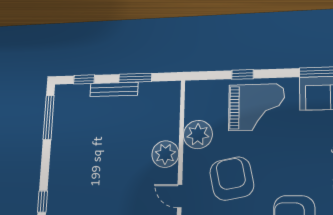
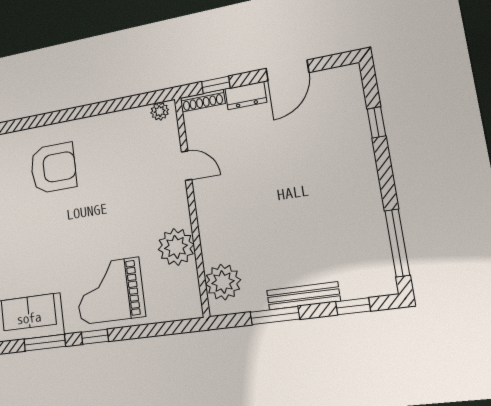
window: (243, 74) -> (95, 337), moved
plant: (165, 154) -> (223, 282), moved
armchair: (232, 179) -> (127, 198), removed

